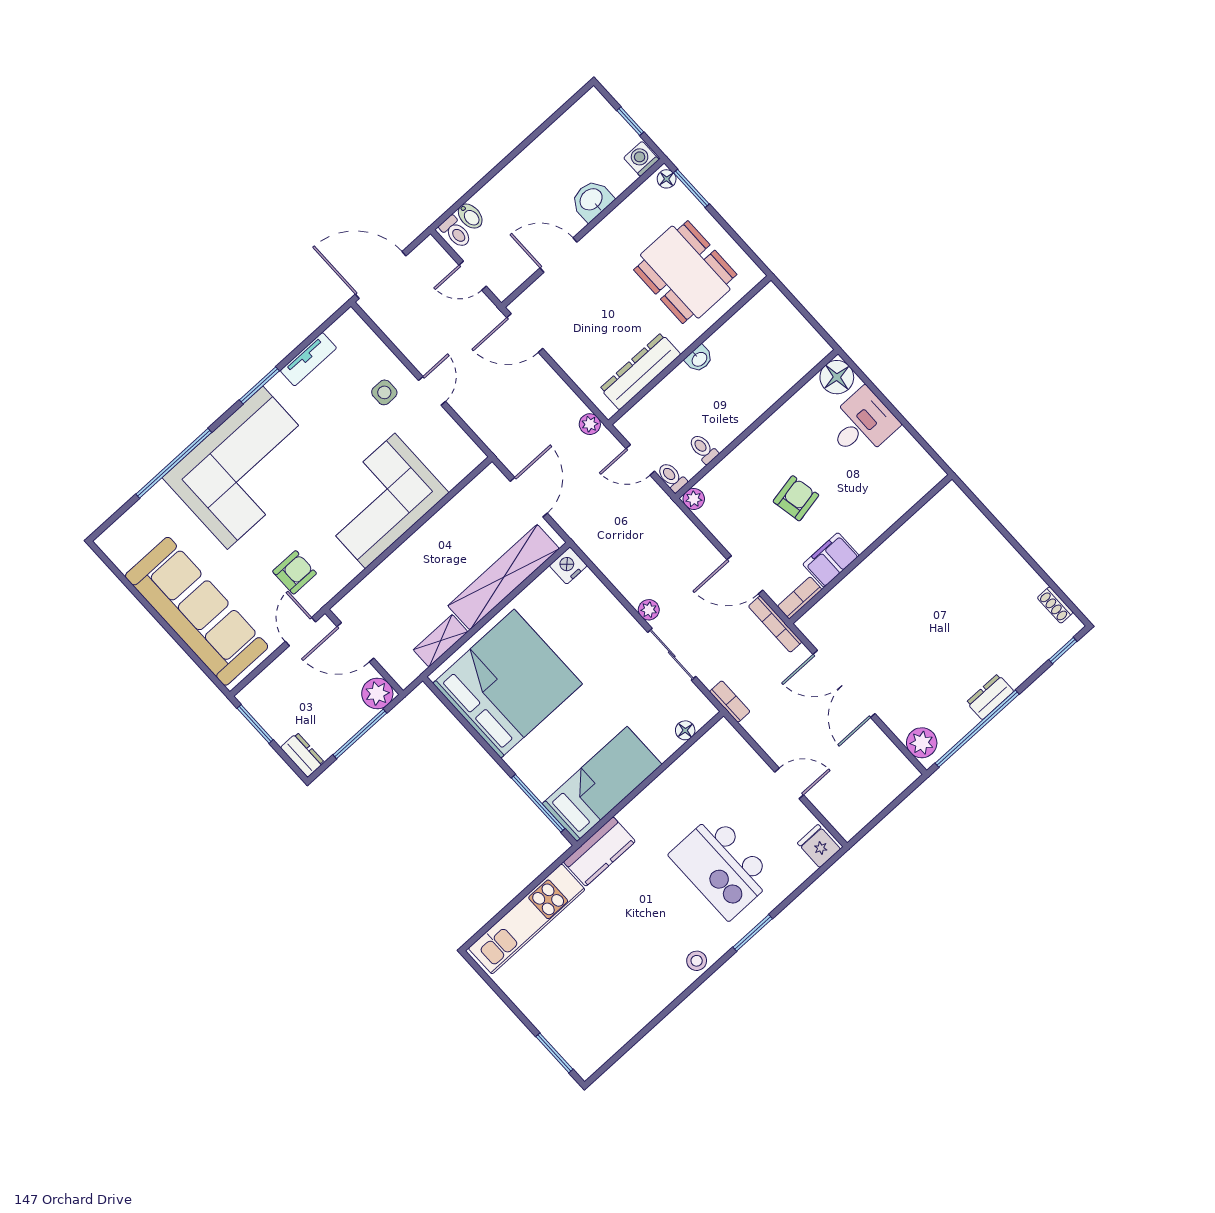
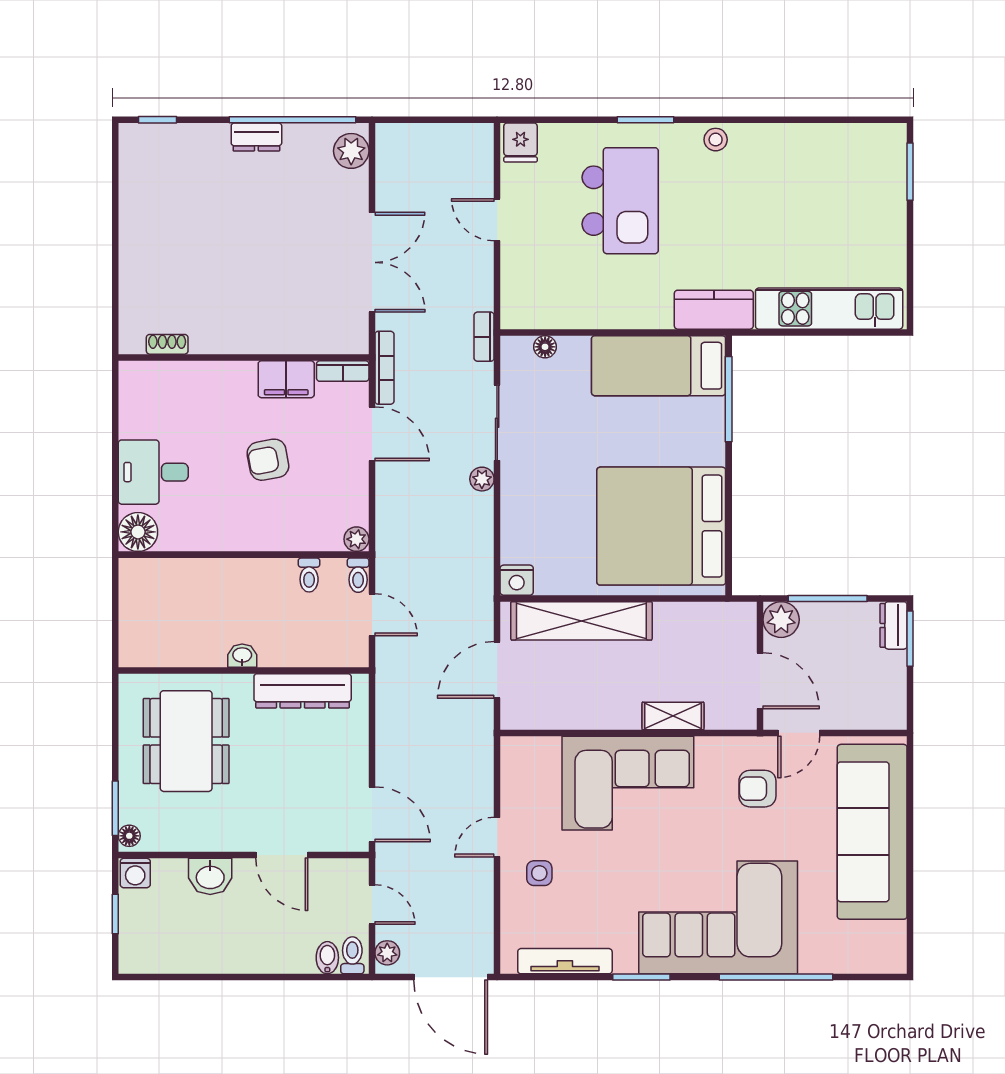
tv unit: (308, 359) -> (565, 961), width x1.41
plant: (590, 424) -> (387, 953), moved
shoe rack: (1055, 605) -> (167, 344), moved, turned -90
shelving: (441, 641) -> (673, 716), moved
window: (255, 724) -> (910, 639), moved

